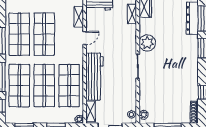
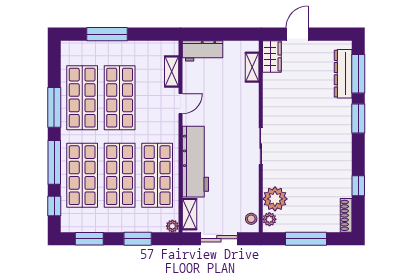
plant: (147, 43) -> (275, 199), moved

